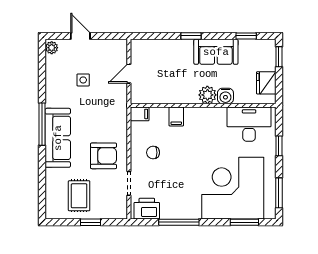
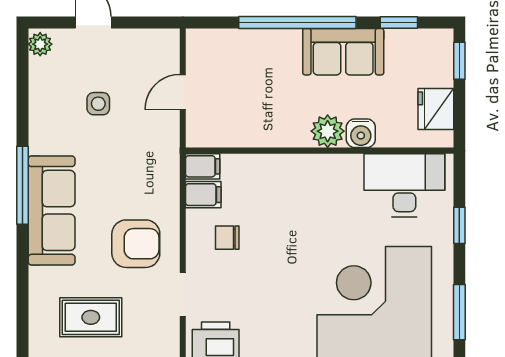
window: (191, 36) -> (297, 22), width x3.17
filing cabinet: (176, 117) -> (203, 195), moved, turned -90
rug: (79, 196) -> (91, 317), turned 90

